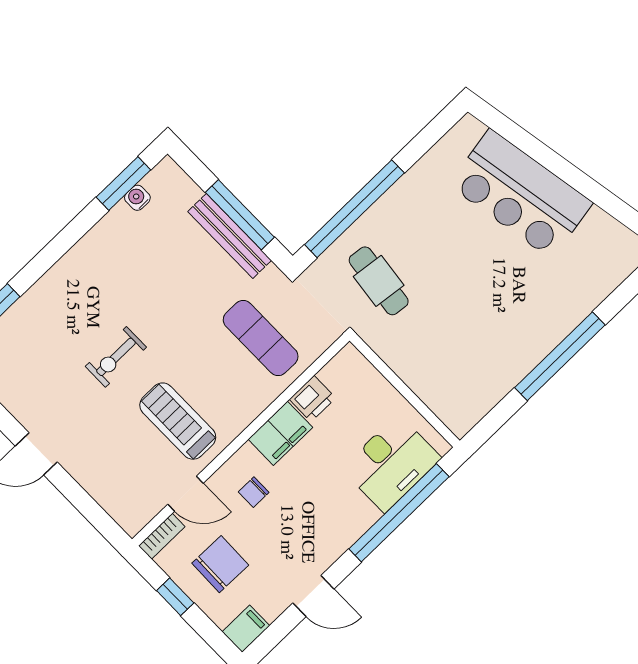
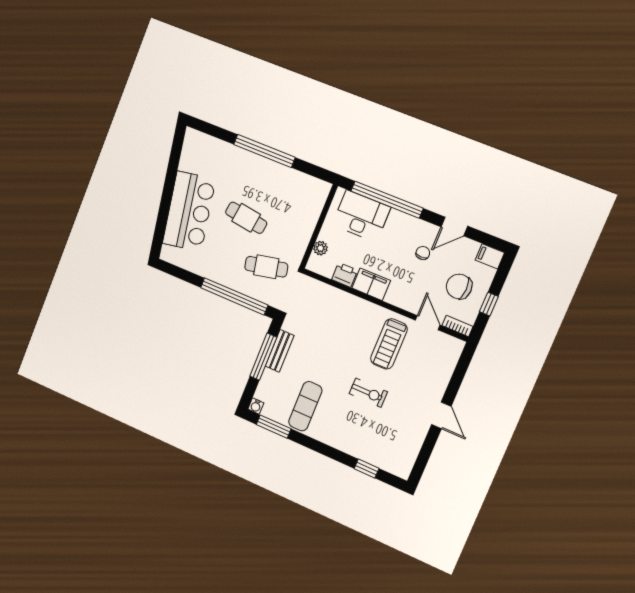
water cooler: (137, 198) -> (256, 406), moved
bench: (230, 236) -> (280, 351), width x0.73
cafe table: (379, 281) -> (266, 267), turned 71
cafe table: (469, 282) -> (246, 218), added
exercise mat: (261, 338) -> (305, 406), moved
plant: (370, 379) -> (320, 248), added
chair: (254, 492) -> (423, 253), moved, turned -90
door: (313, 596) -> (454, 226), swing flipped

